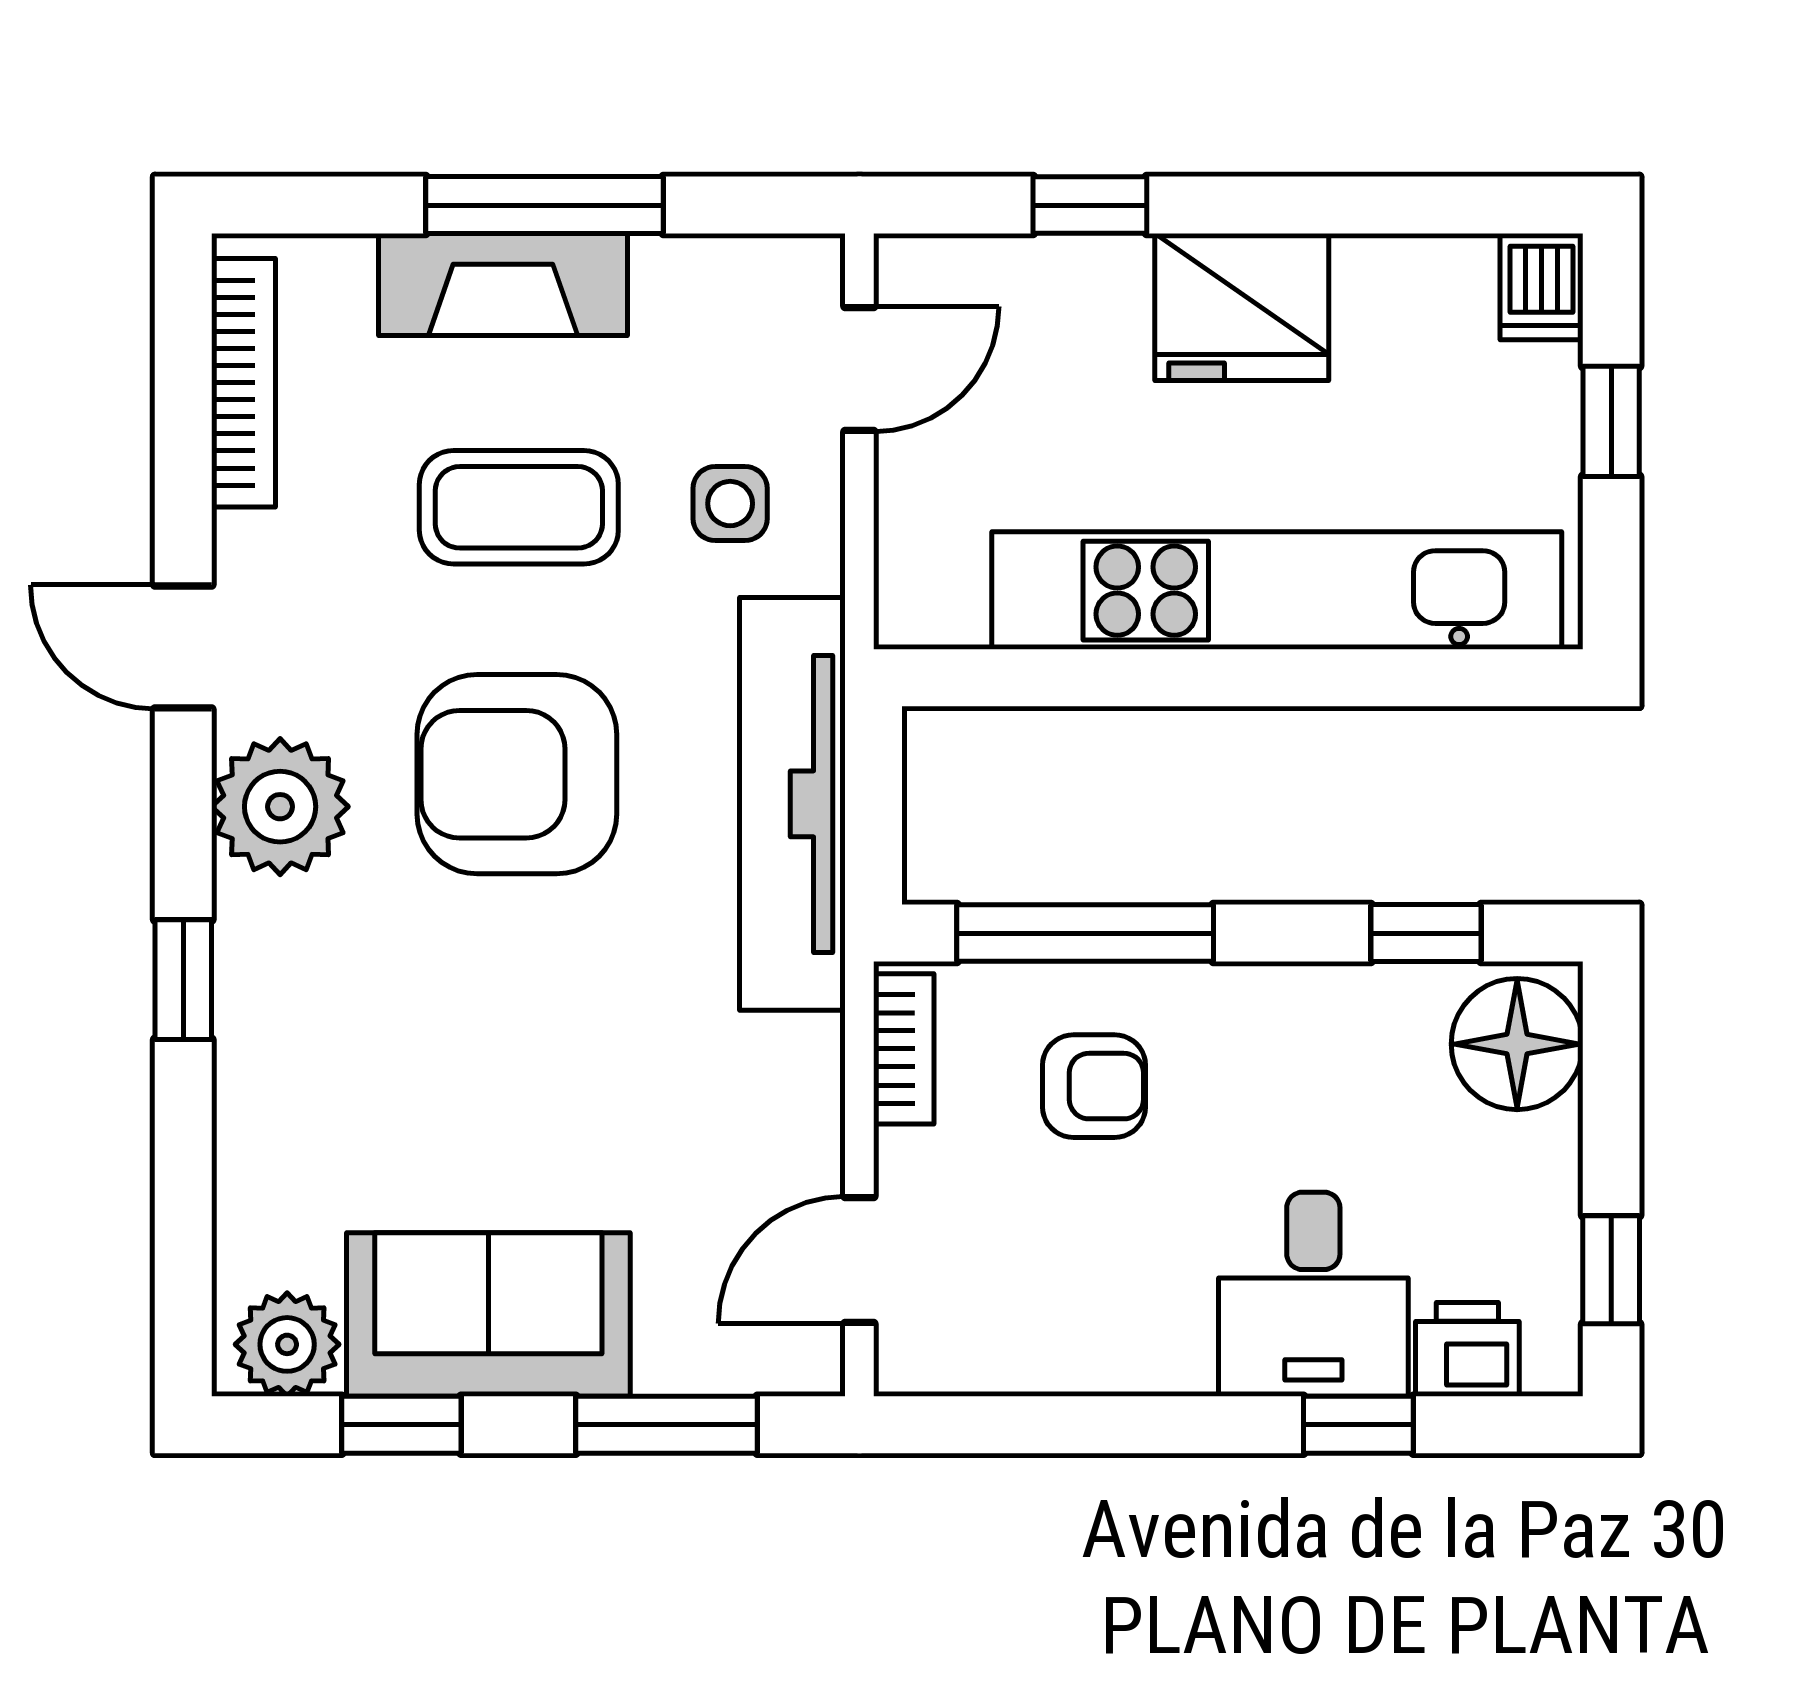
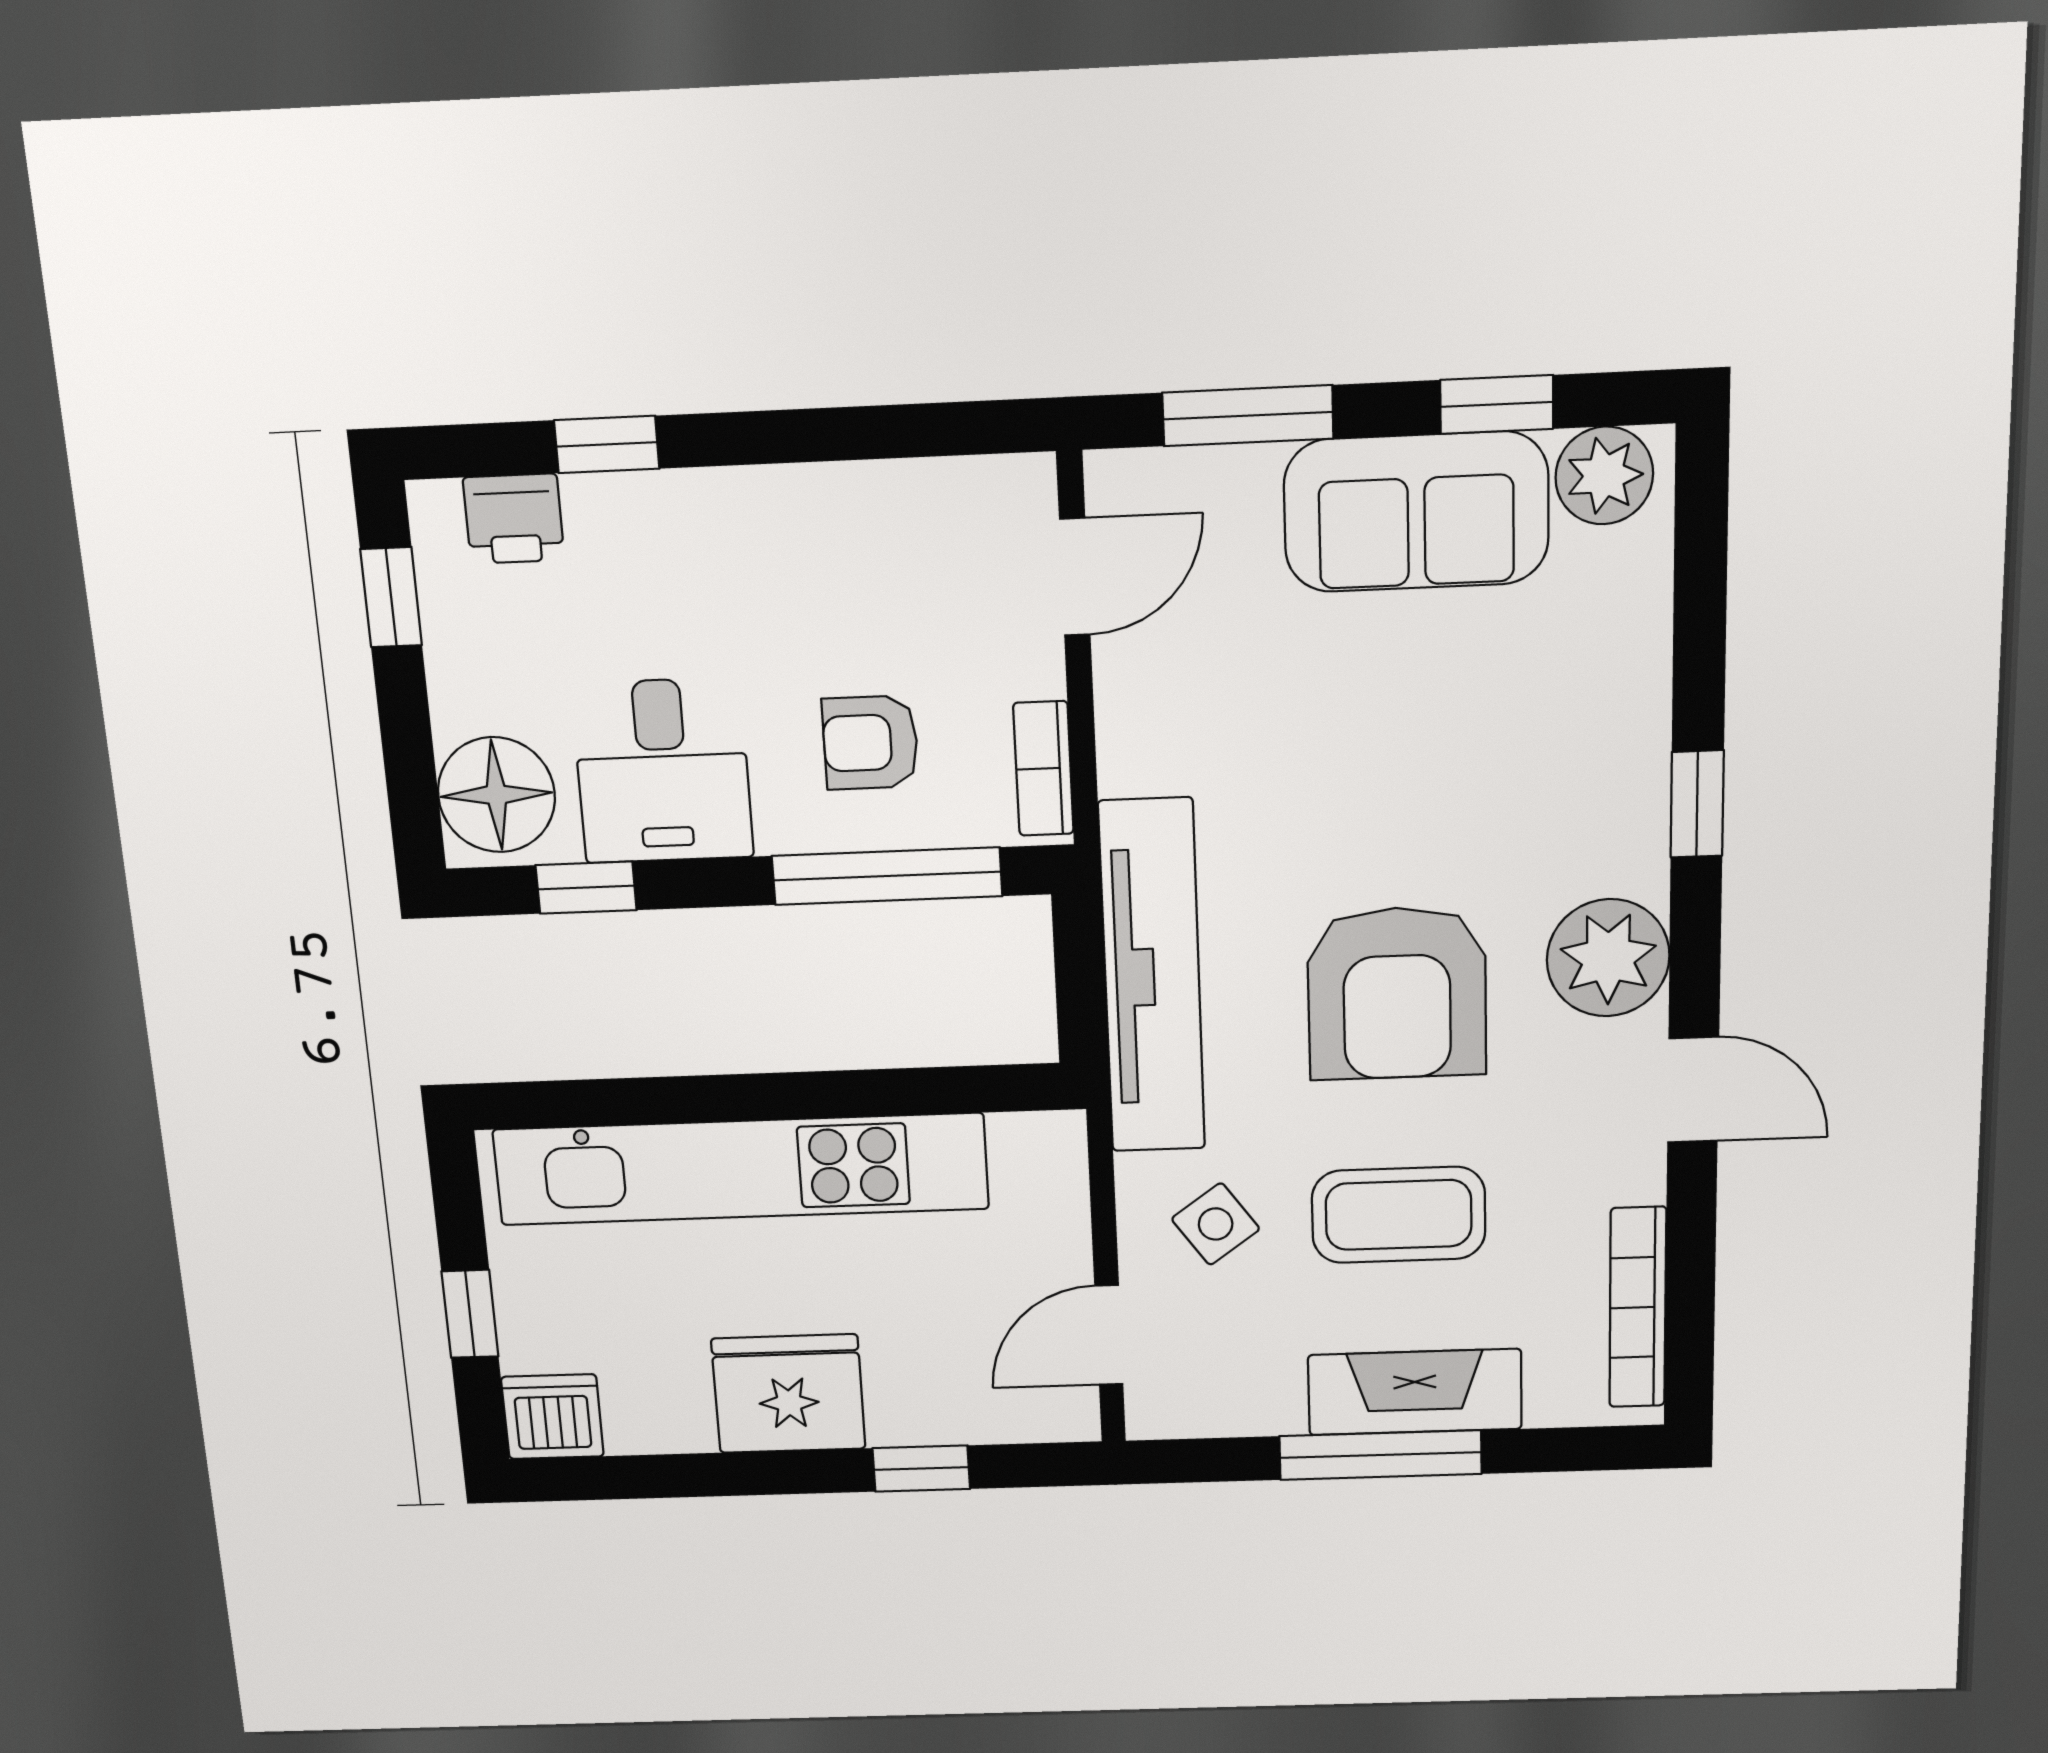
dishwasher: (1541, 287) -> (552, 1417), width x1.38
side table: (730, 504) -> (1216, 1224), turned -36
armchair: (517, 774) -> (1397, 993), turned 90
desk: (1313, 1294) -> (663, 771), moved, turned 180

